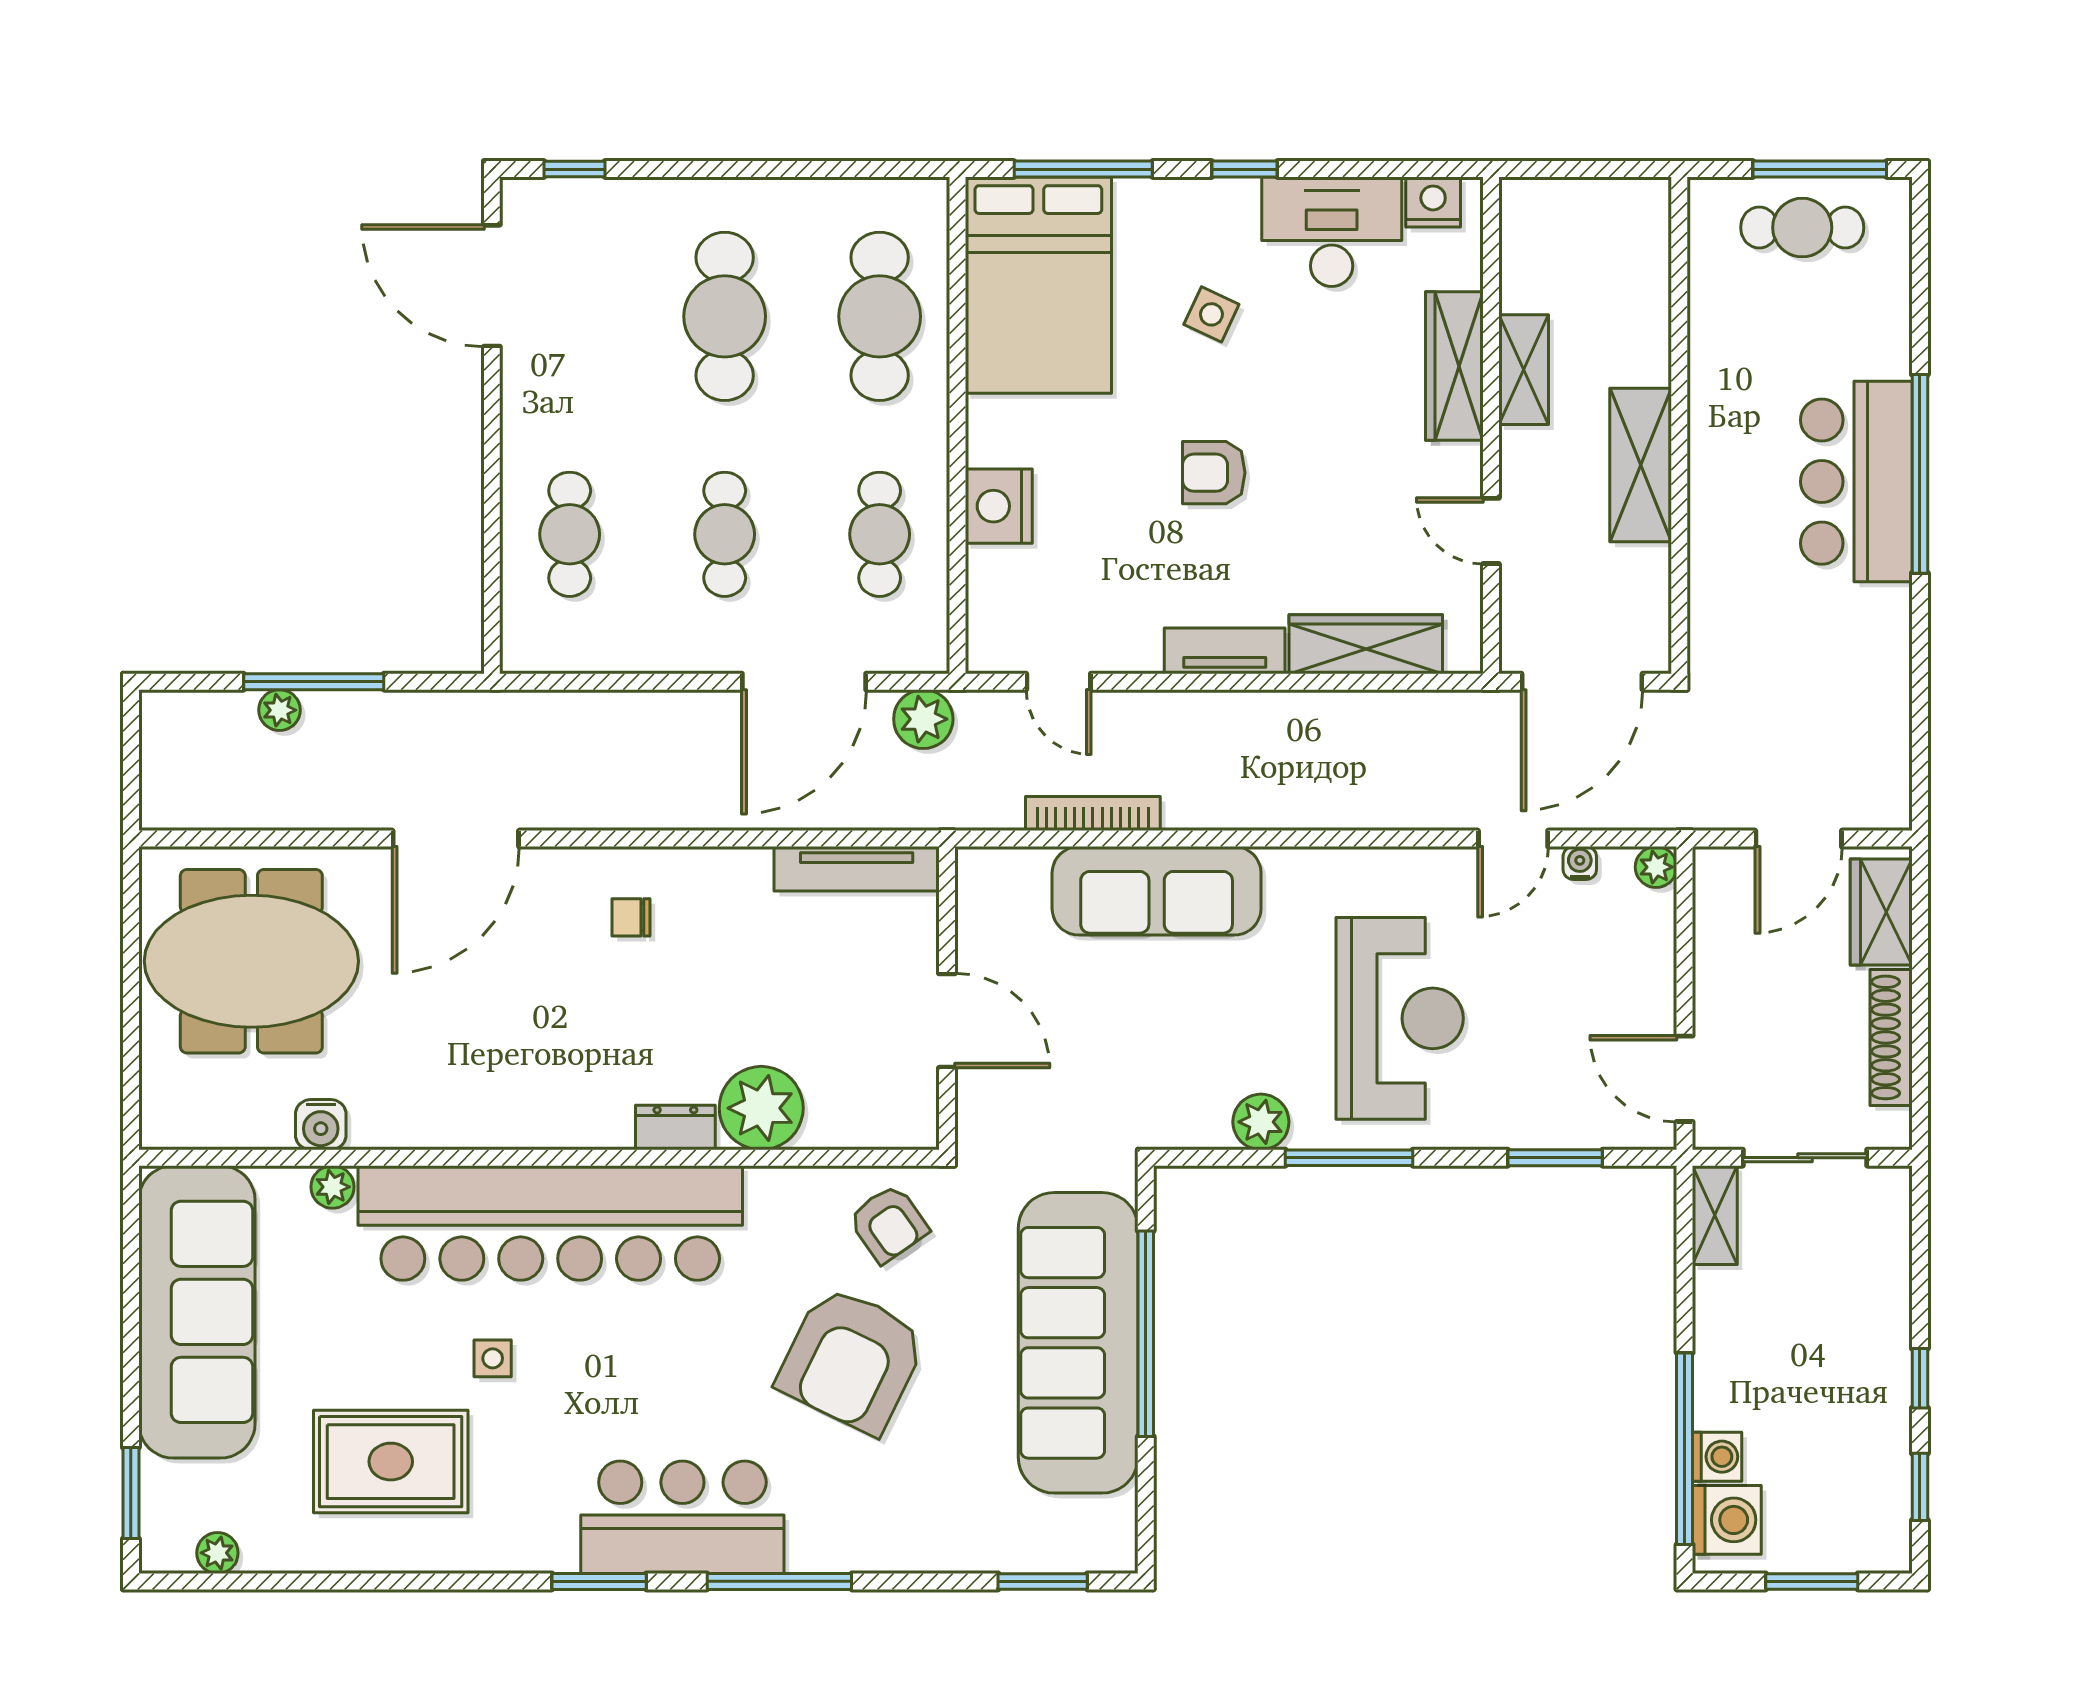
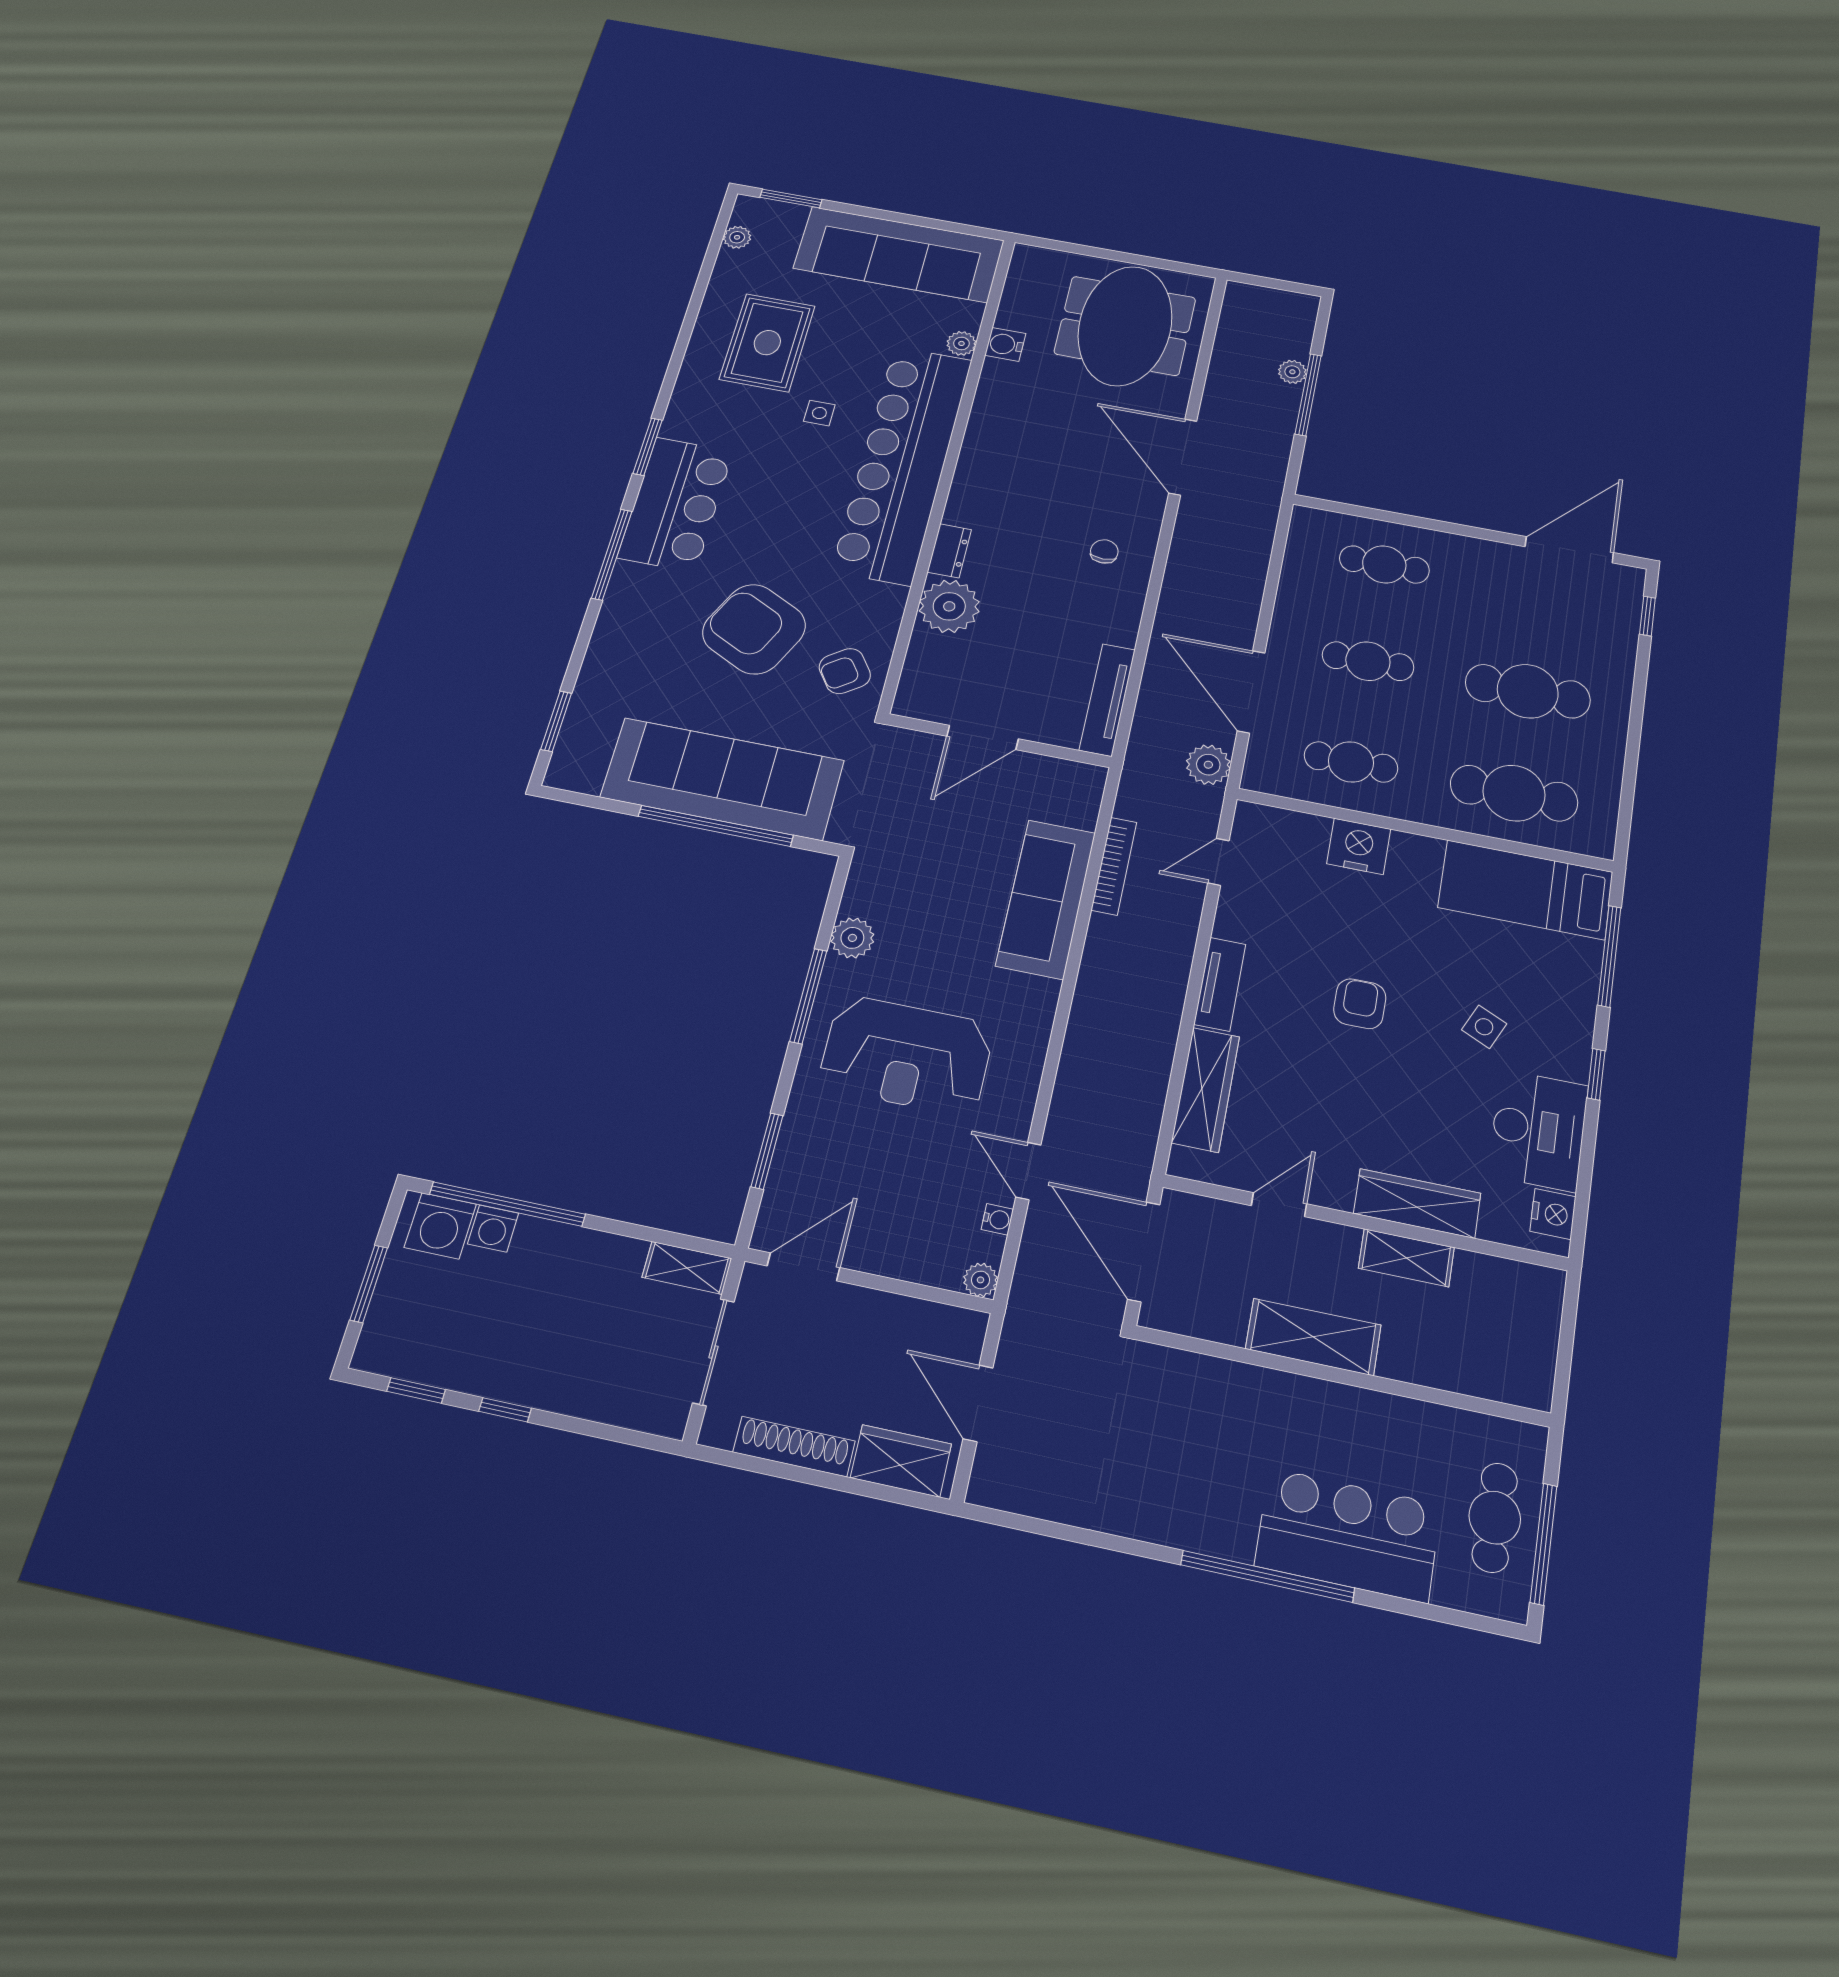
bed: (1038, 285) -> (1525, 890), width x0.67
bar counter: (1856, 482) -> (1348, 1535), moved

